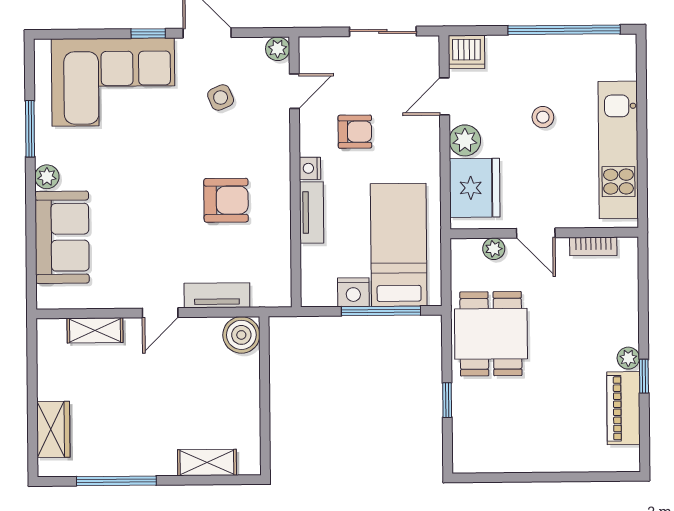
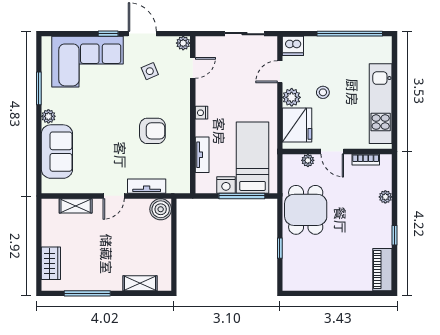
stool: (543, 117) -> (323, 92), moved
armchair: (355, 132) -> (228, 92), removed
tv unit: (312, 213) -> (202, 155), moved
plant: (628, 358) -> (385, 197), moved
piano: (623, 408) -> (382, 270), moved

